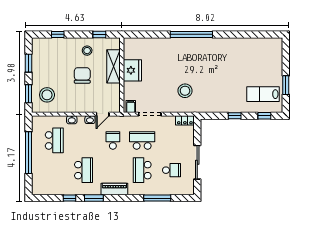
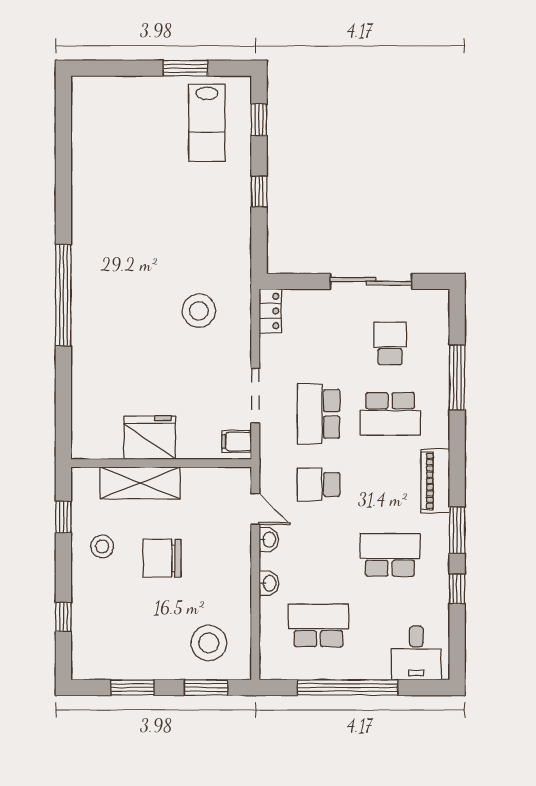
desk: (43, 181) -> (416, 653), added

